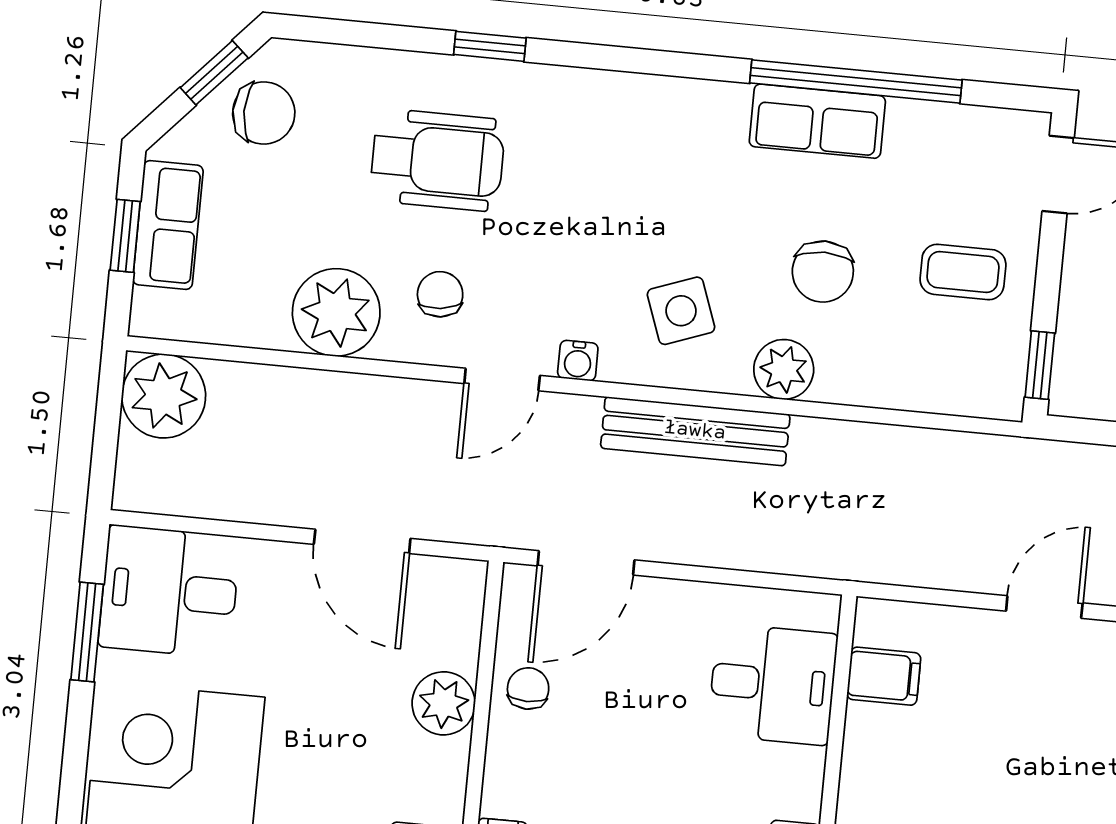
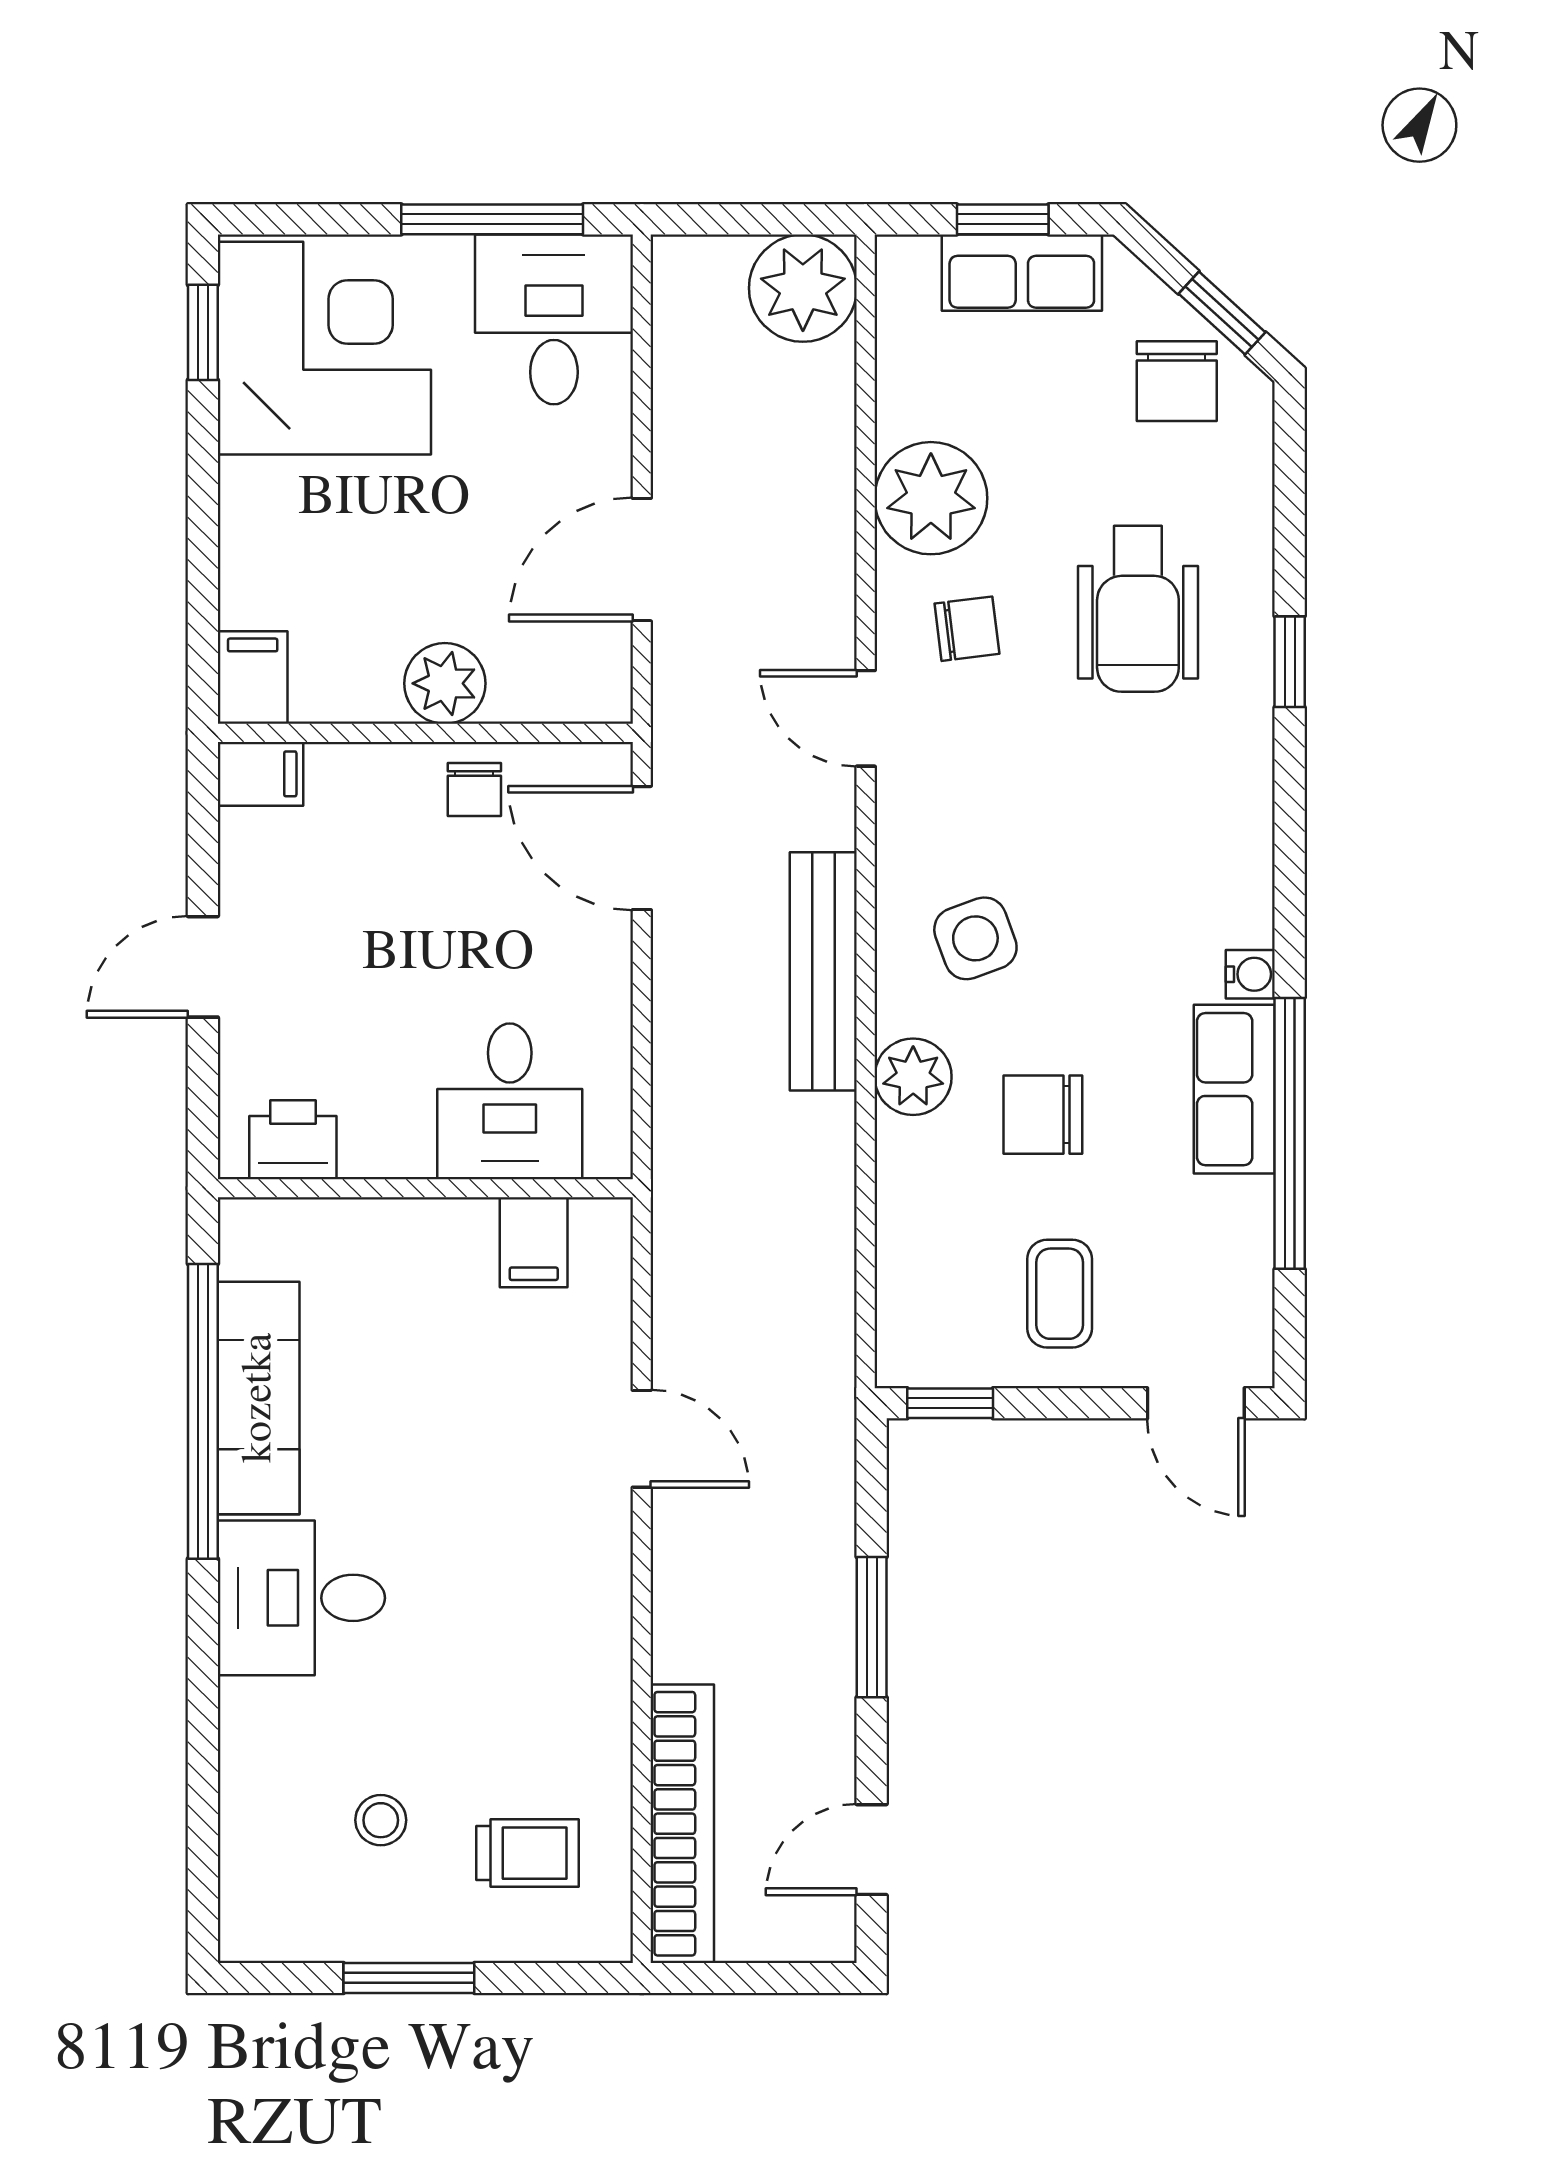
water cooler: (578, 361) -> (1250, 974), moved, turned 180
window: (87, 632) -> (492, 219), width x1.44
chair: (528, 688) -> (474, 790), turned 90

